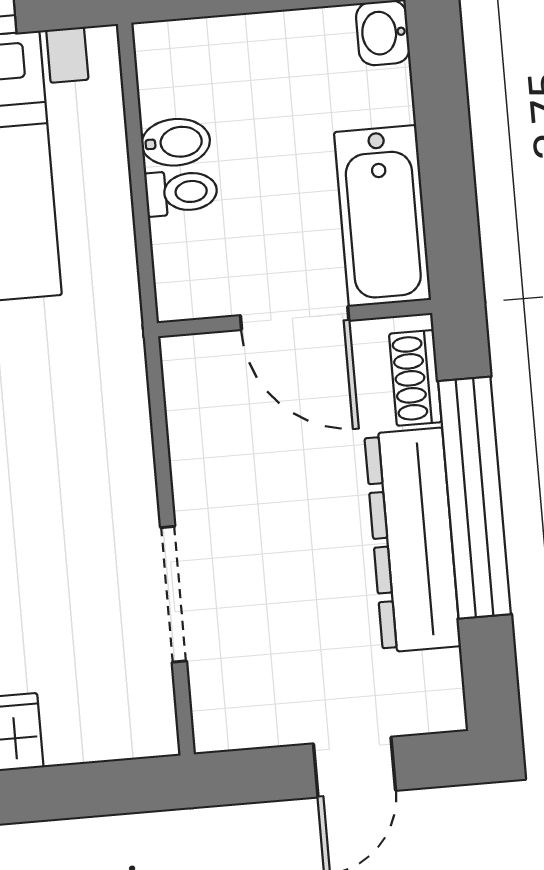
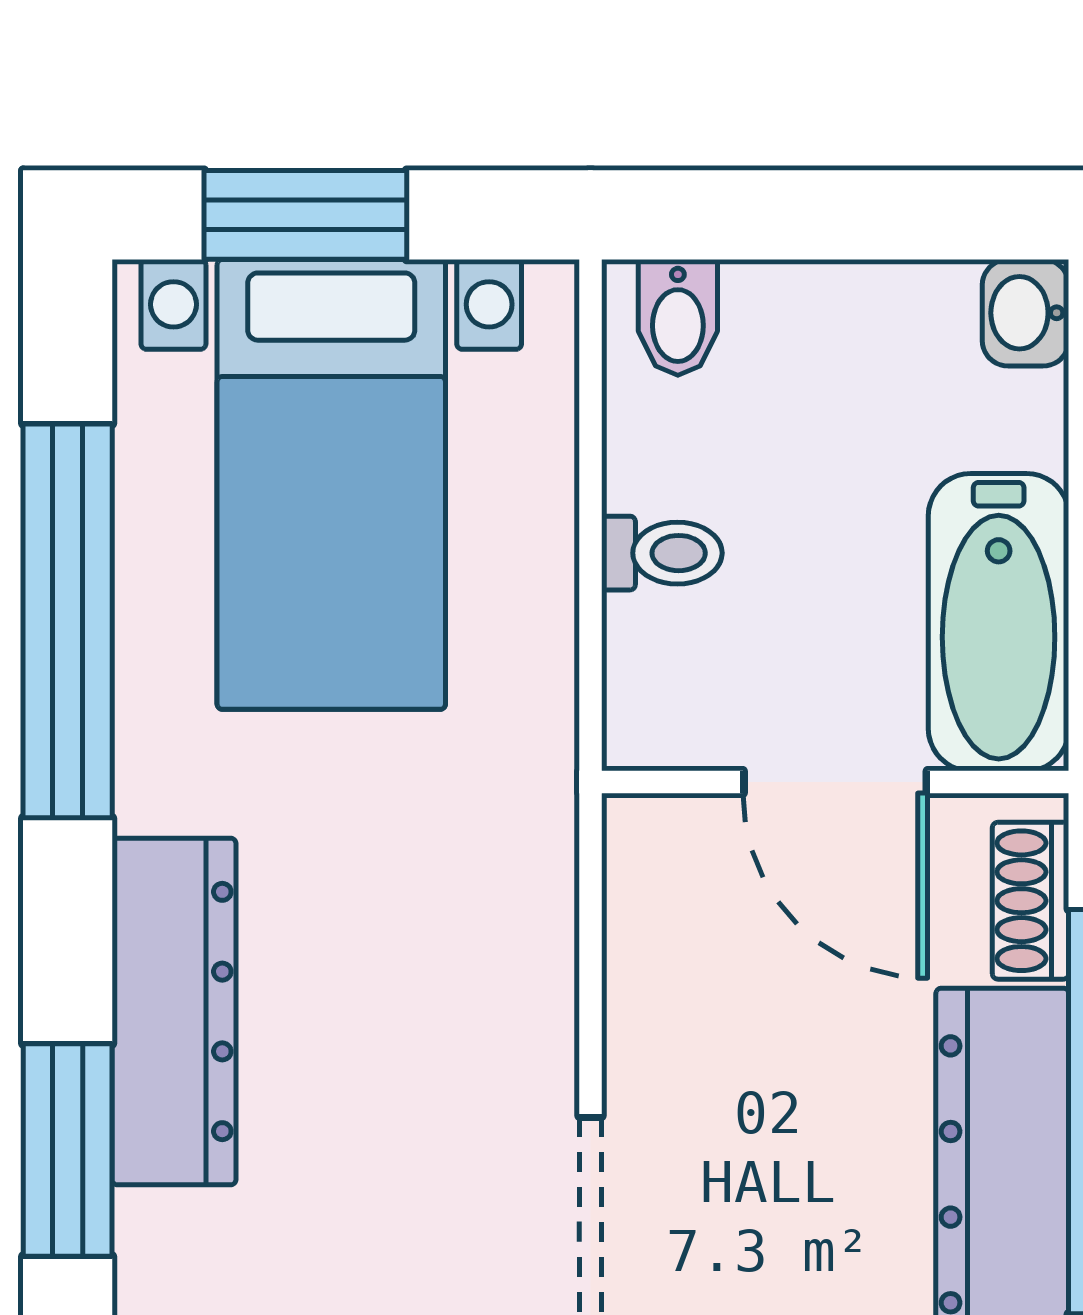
bidet: (176, 142) -> (678, 317), moved, turned 90

